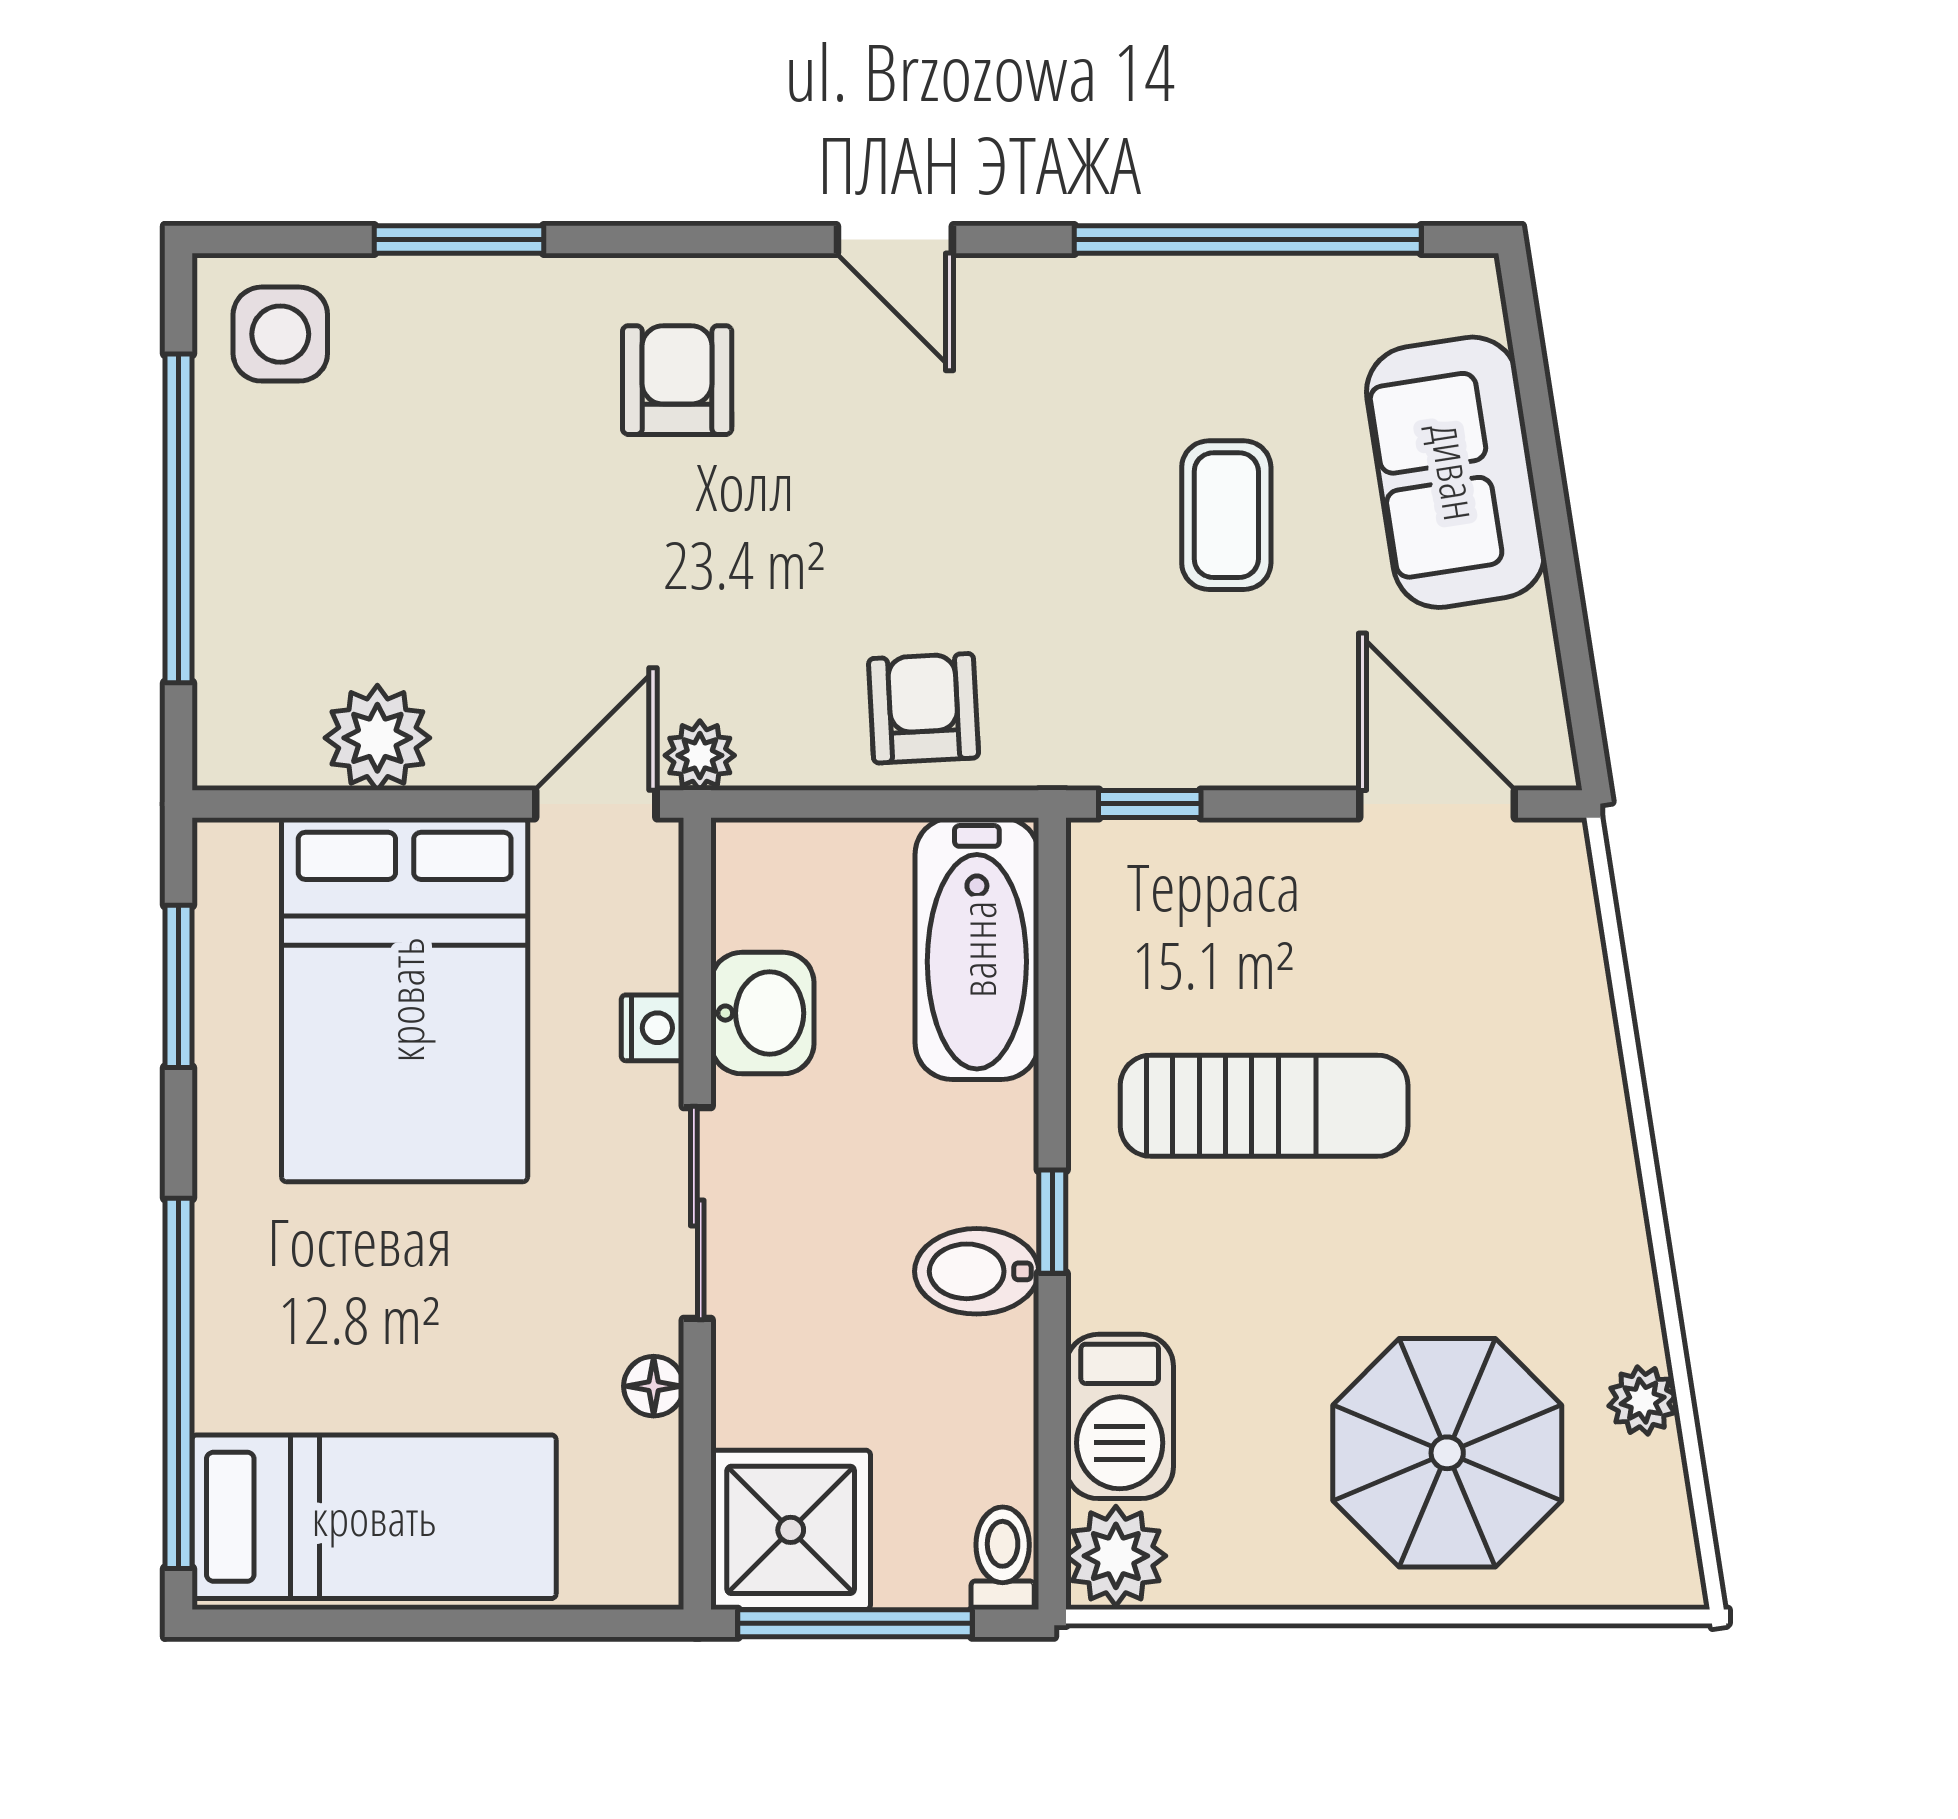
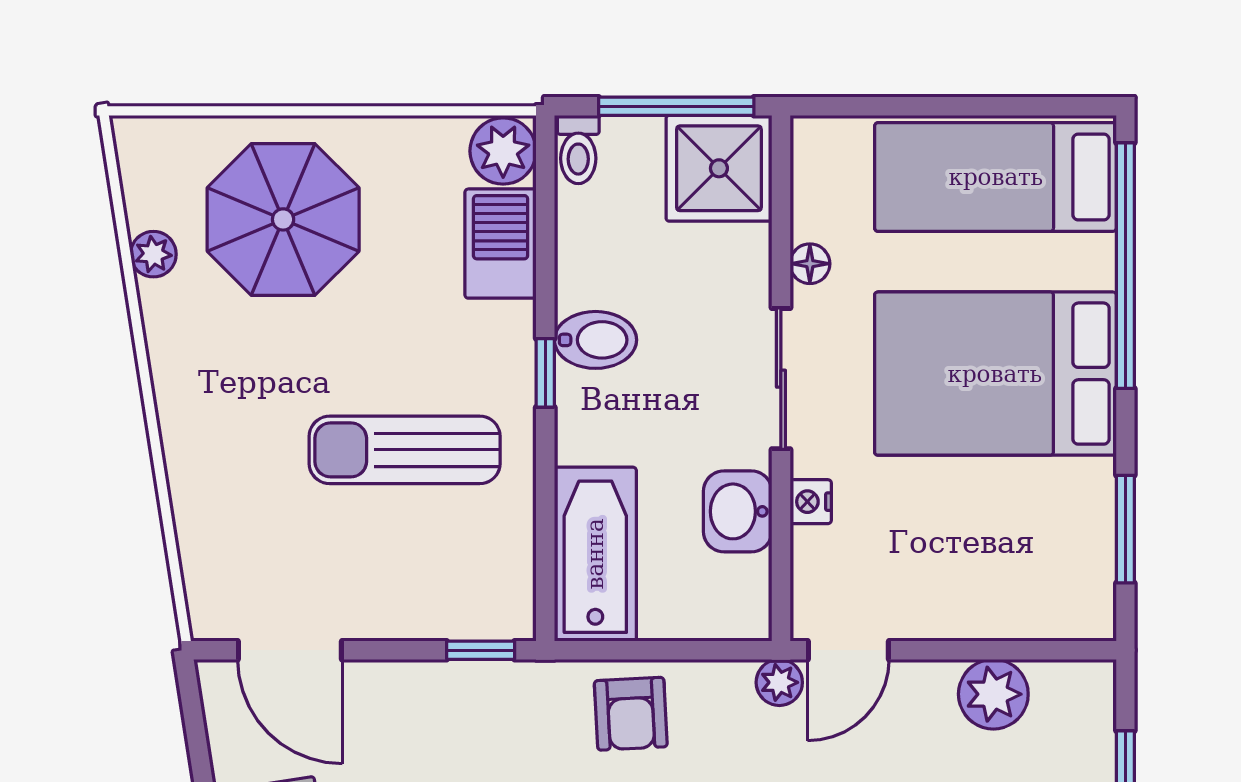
bed: (405, 1000) -> (995, 374), moved, turned -90

